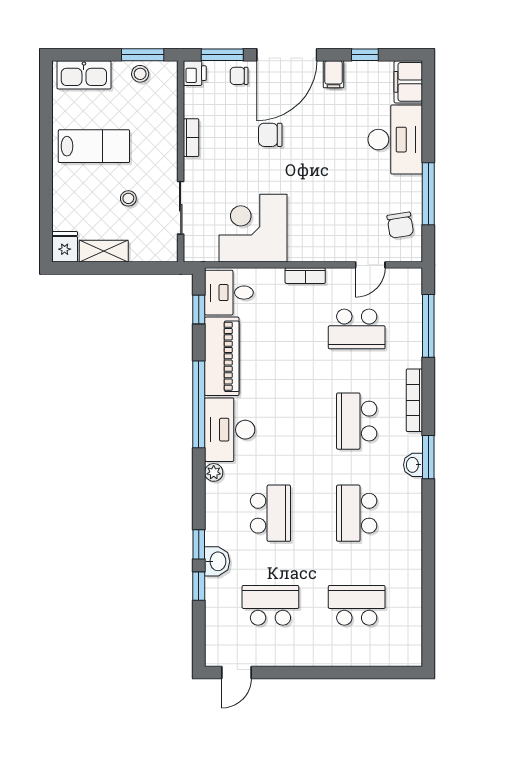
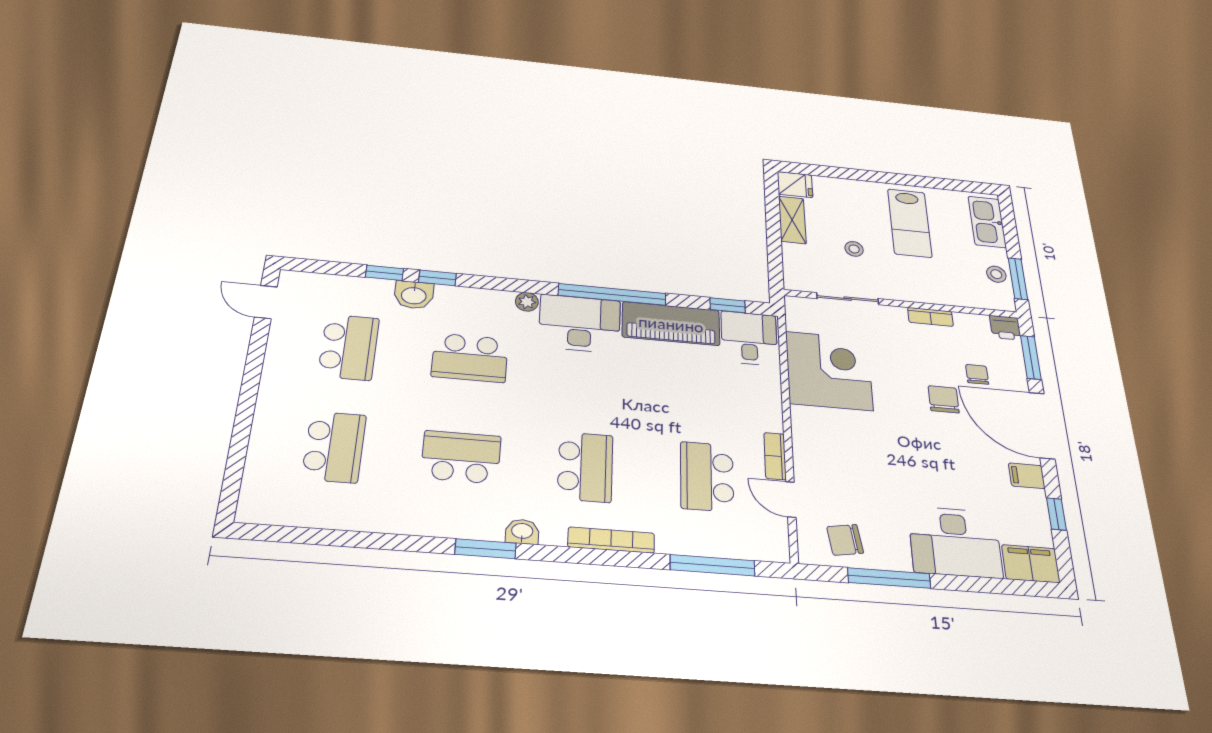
chair: (239, 76) -> (977, 374), moved
bookcase: (305, 276) -> (775, 456), moved
school desk: (357, 421) -> (585, 467), turned 90
window: (428, 457) -> (486, 549), moved

